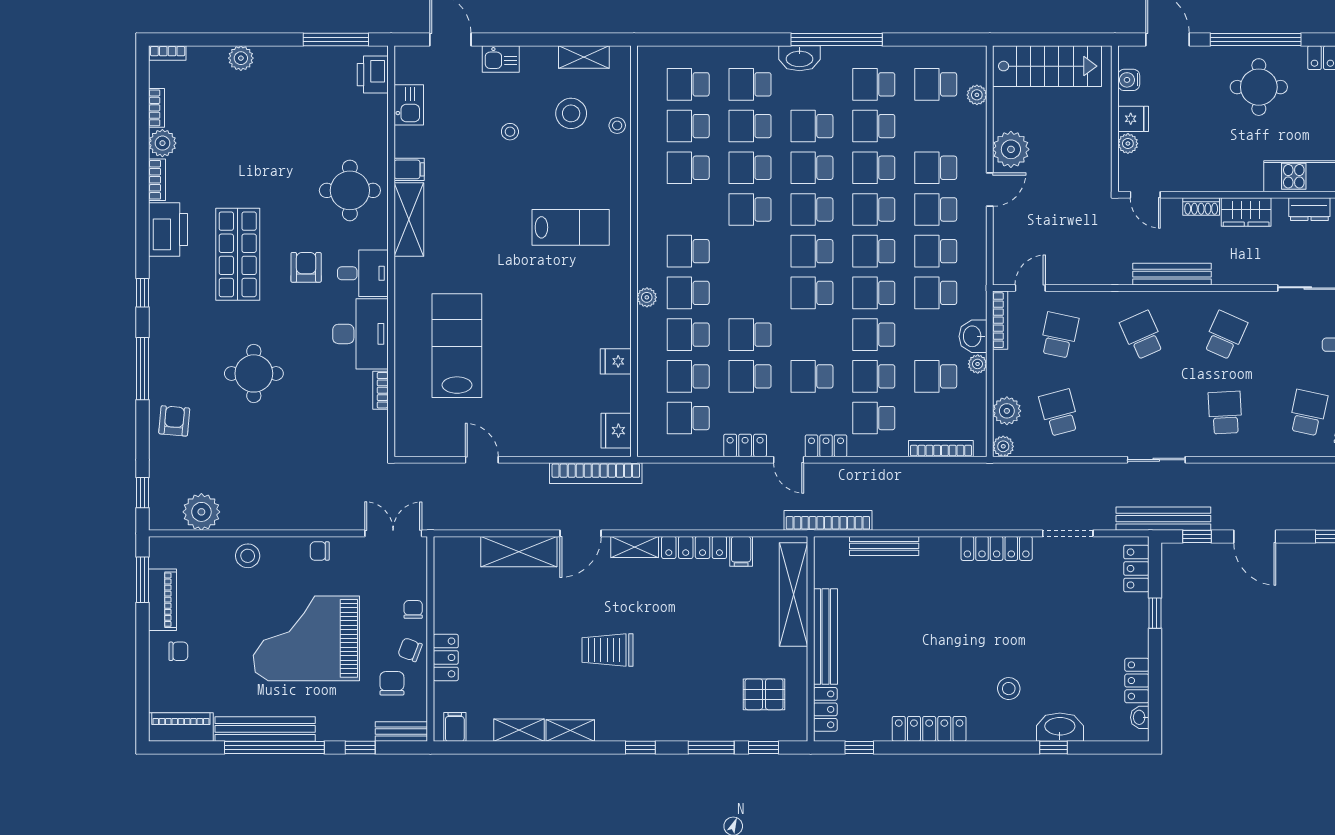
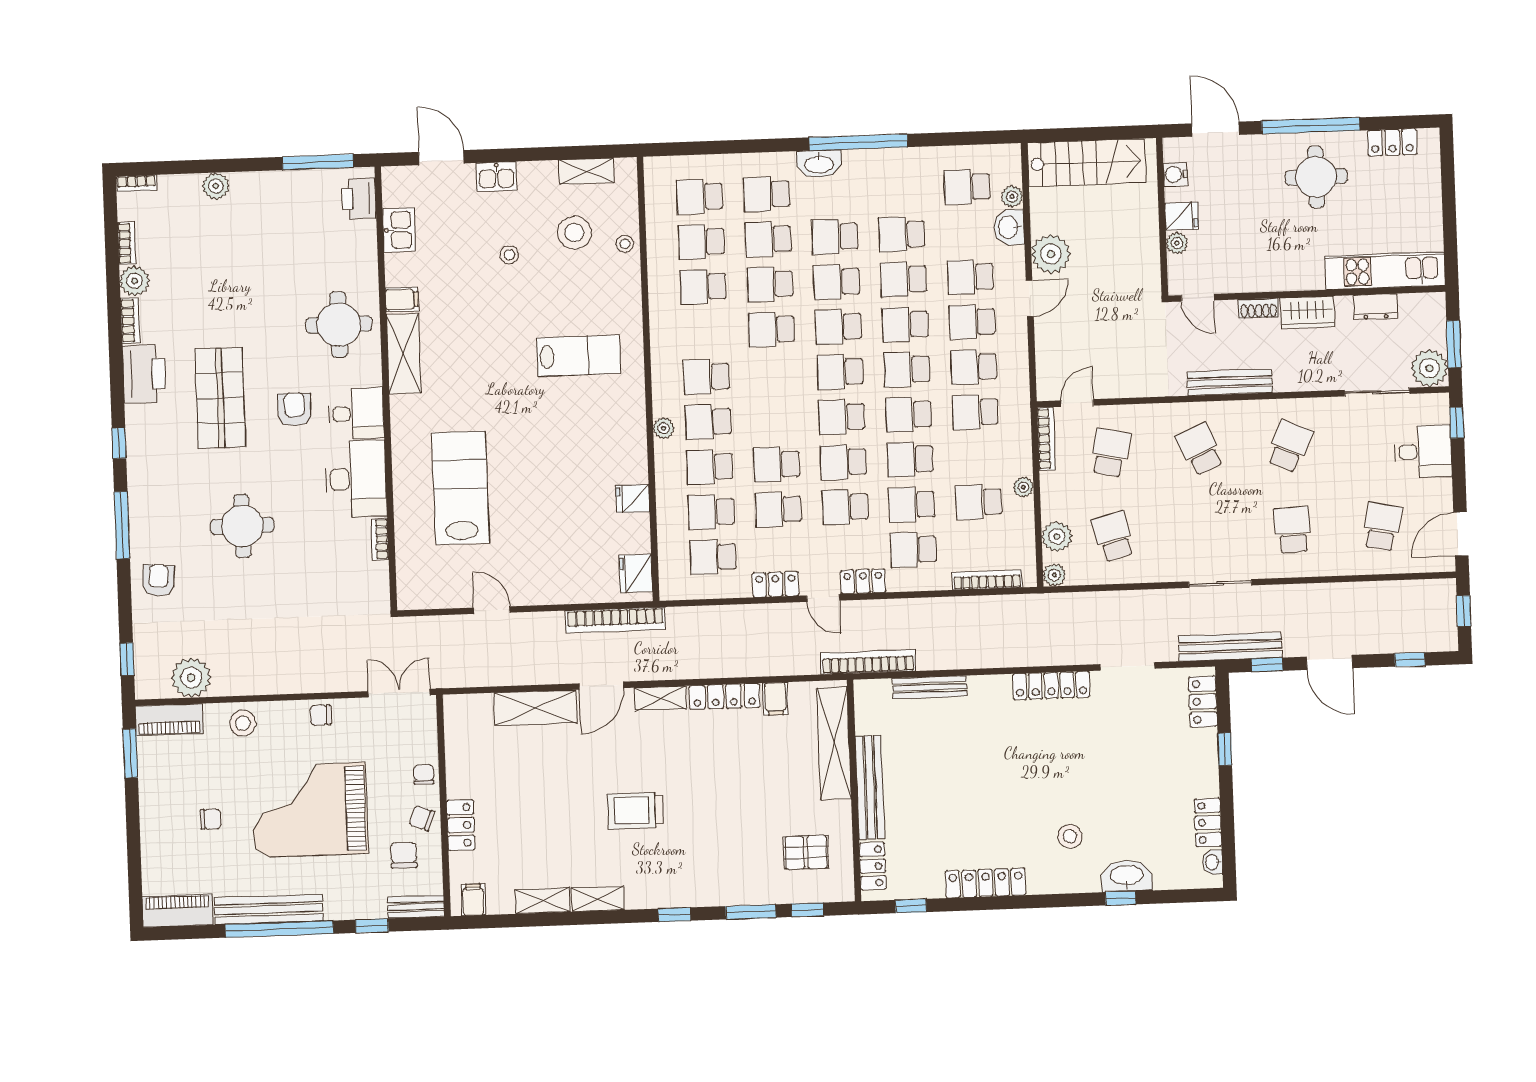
school desk: (874, 84) -> (843, 462), moved
washbasin: (973, 336) -> (1009, 227), moved
piano: (163, 600) -> (169, 720), moved, turned 90
chair: (178, 651) -> (211, 819), moved

